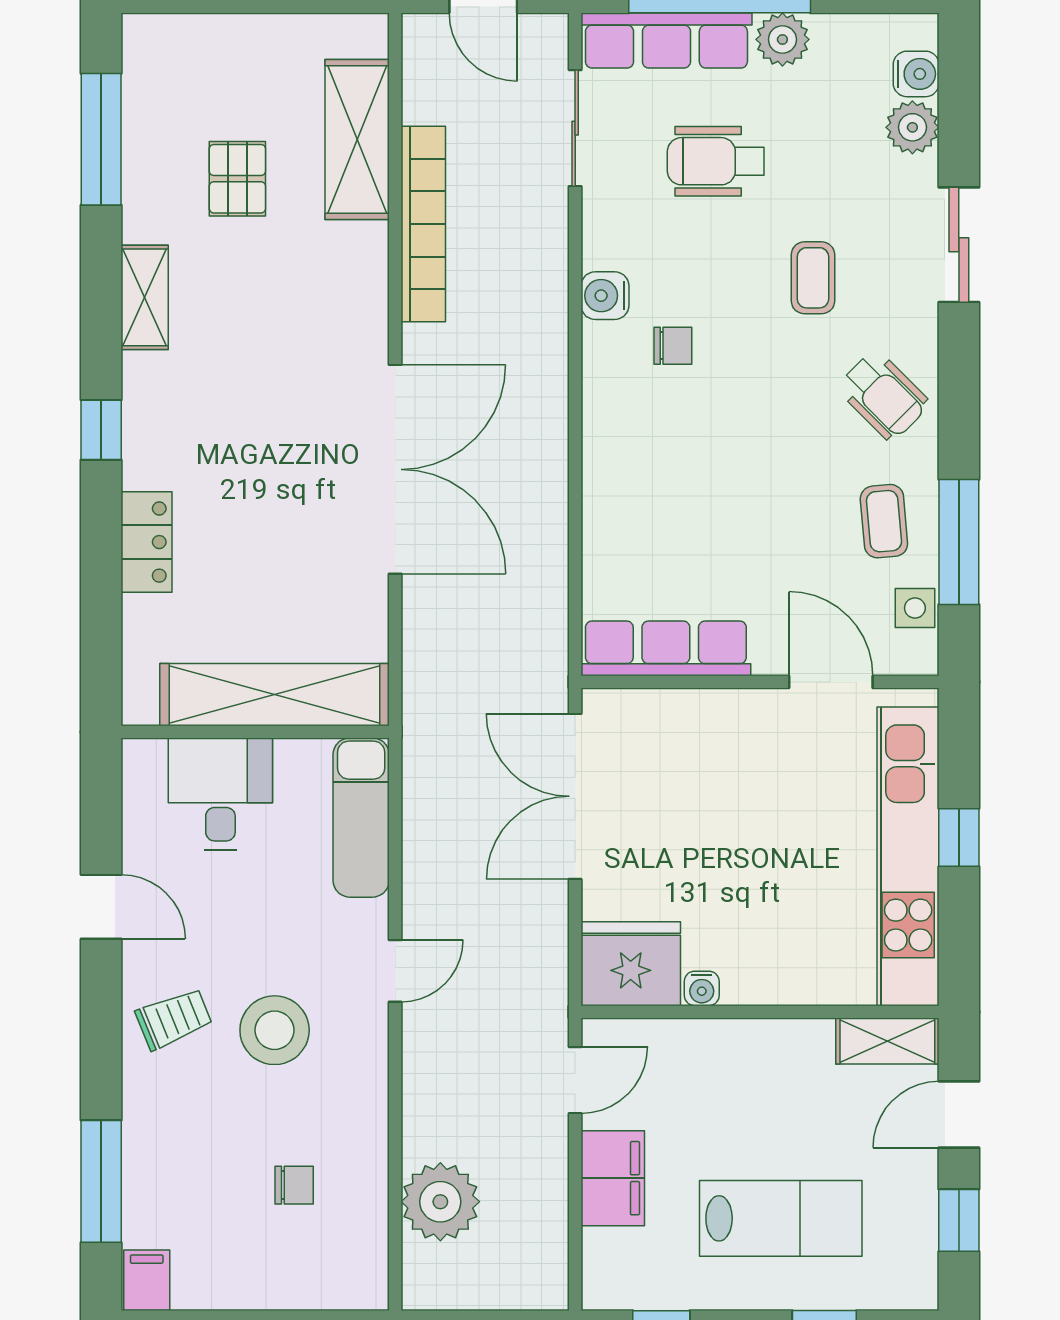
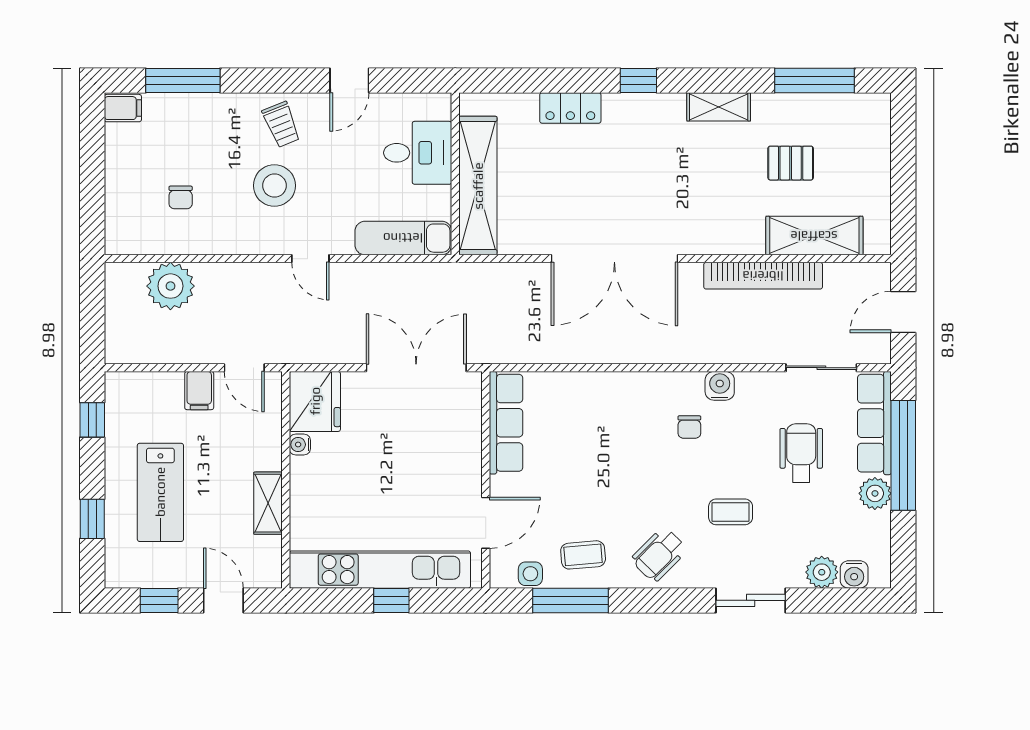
shelving: (887, 1041) -> (268, 503), moved
filing cabinet: (613, 1178) -> (199, 391), width x0.50

